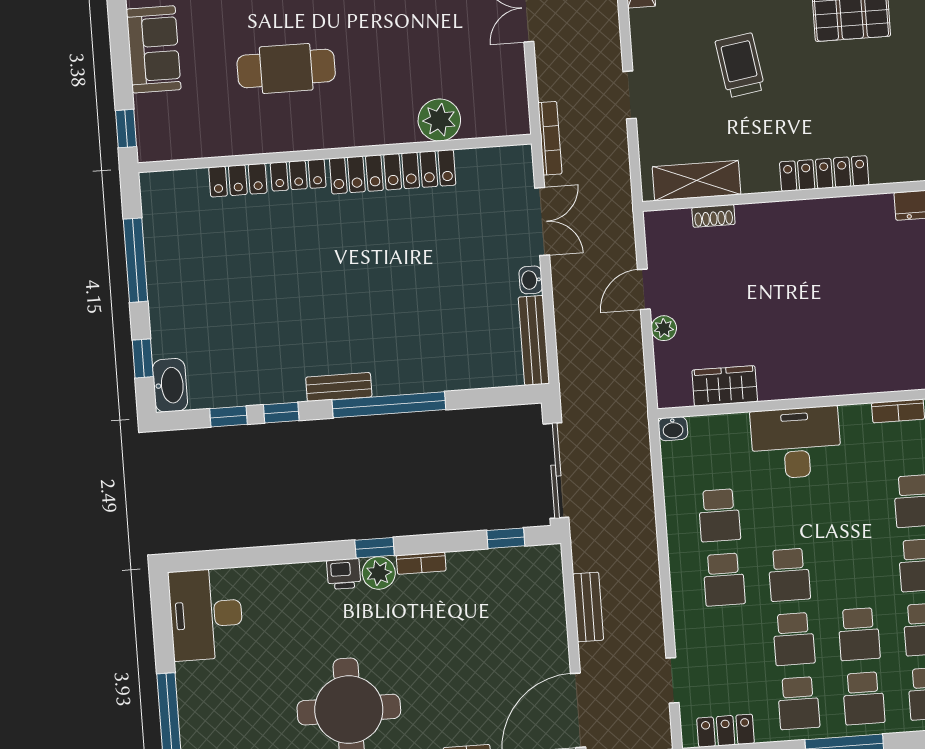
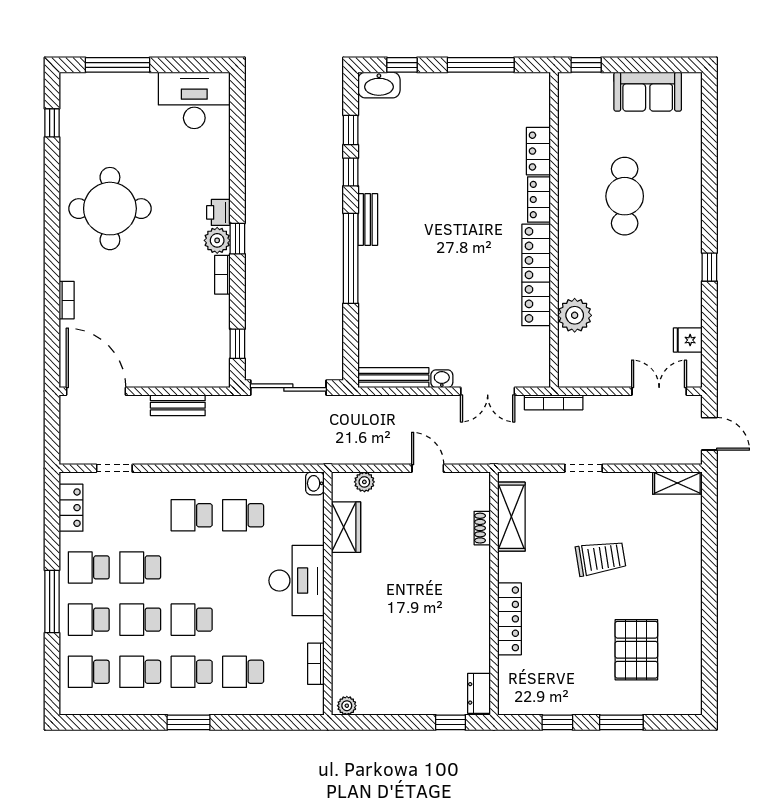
plant: (664, 328) -> (364, 482), moved
school desk: (789, 575) -> (192, 620), moved

